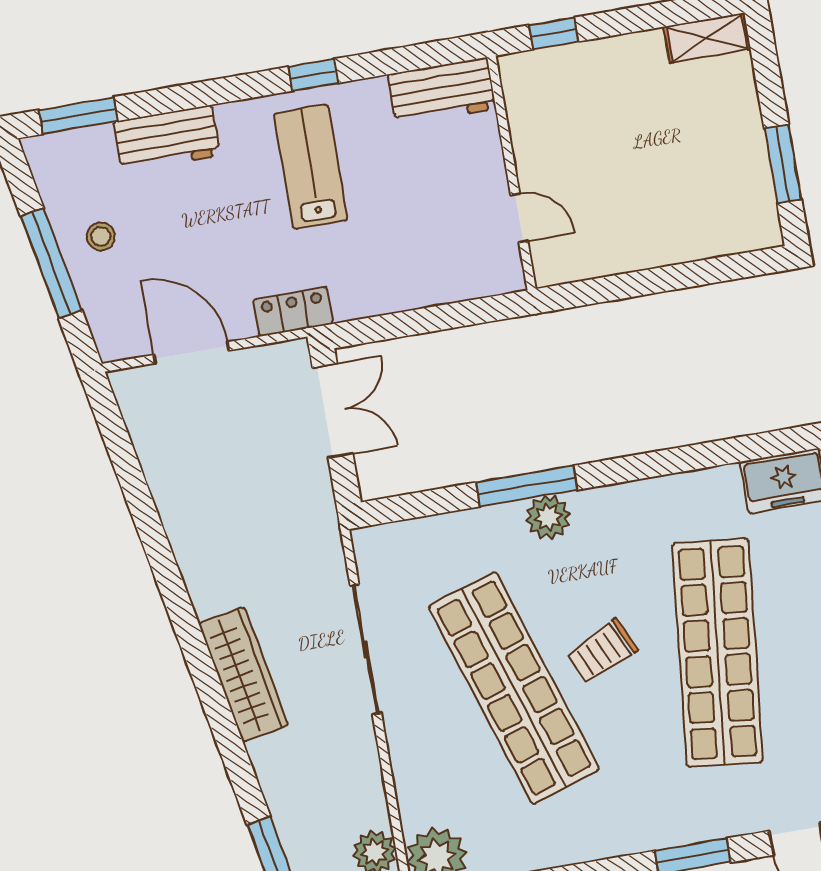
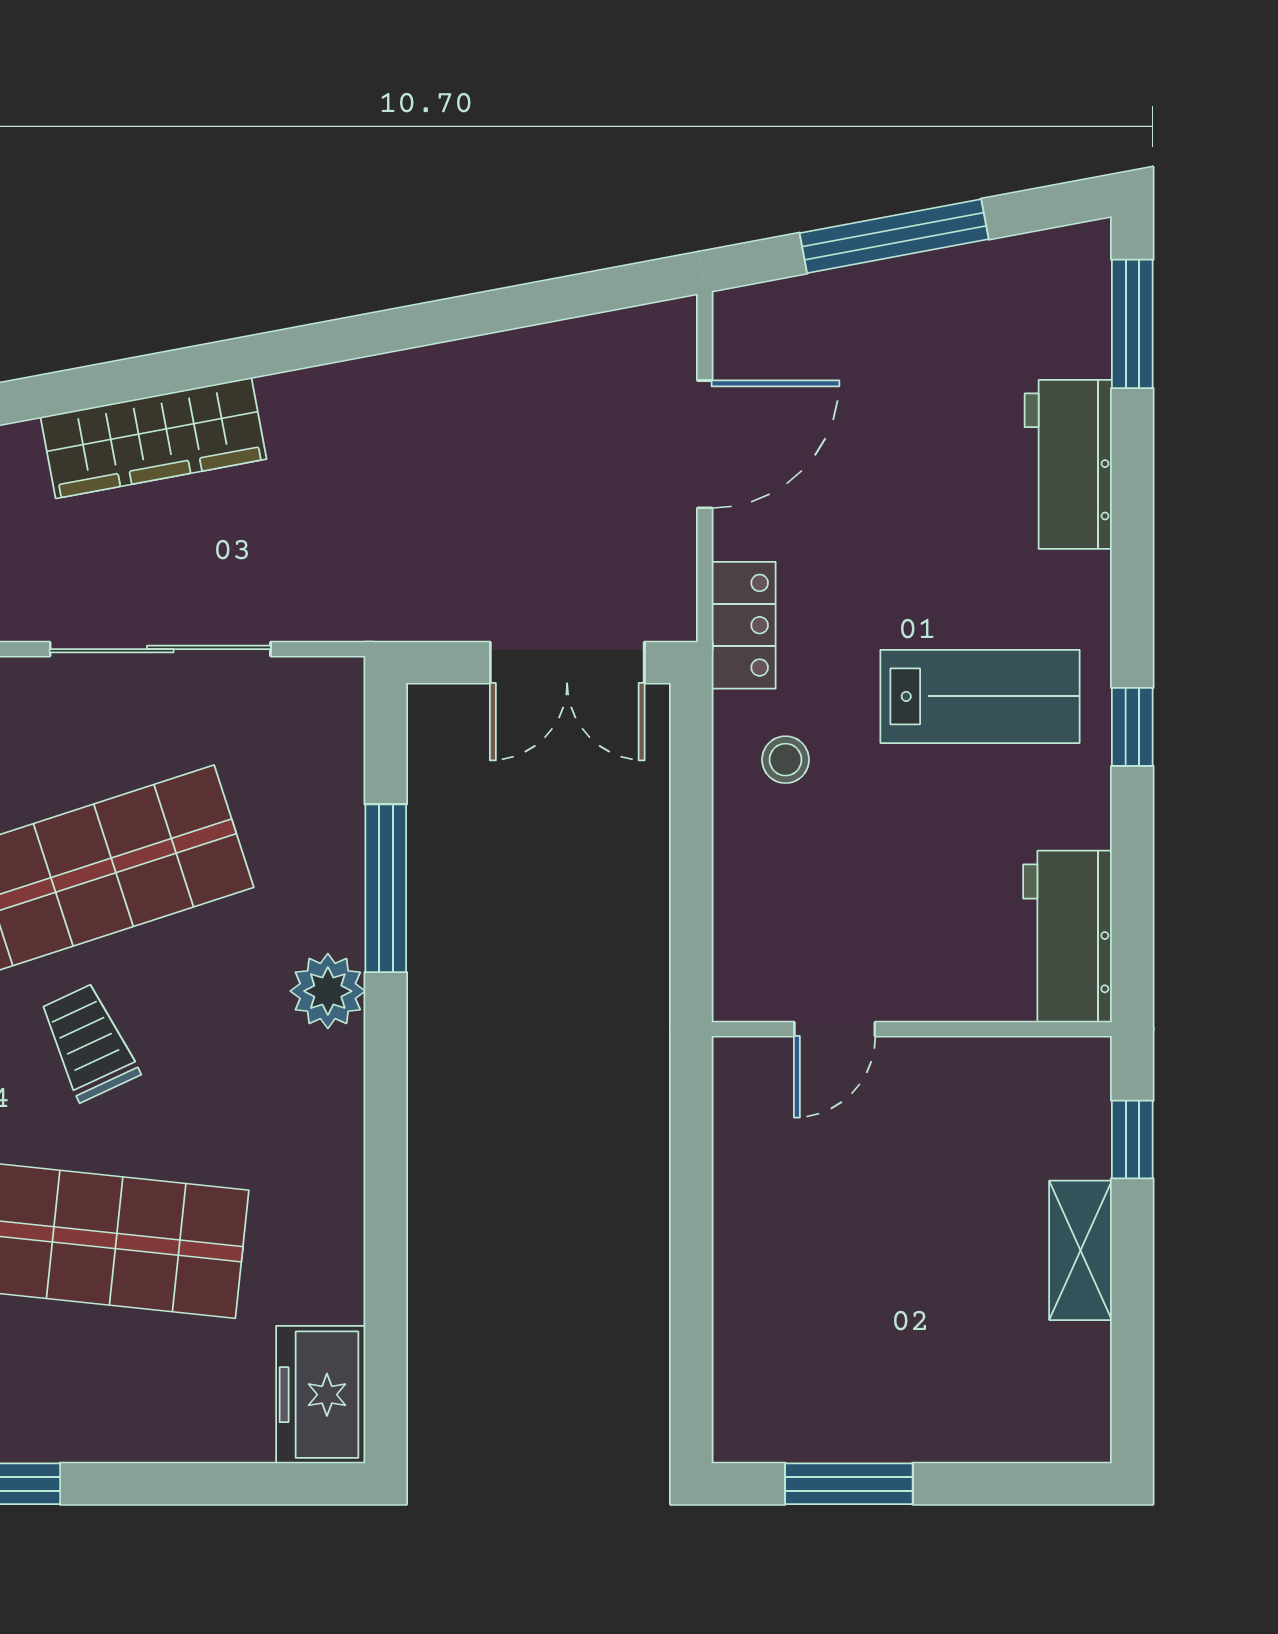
shelving: (707, 38) -> (1081, 1250), moved
stool: (101, 236) -> (785, 760), moved
window: (527, 486) -> (386, 888), moved

